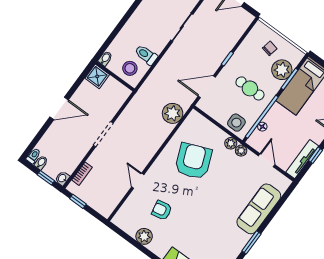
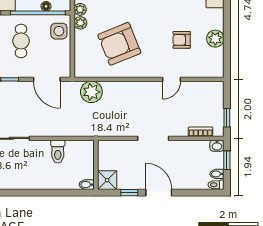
stool: (130, 68) -> (80, 157), removed
window: (76, 86) -> (129, 193), added
armchair: (162, 210) -> (182, 40), turned 101

